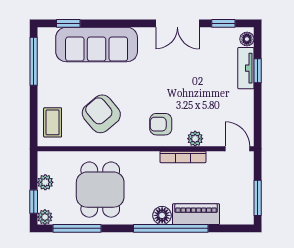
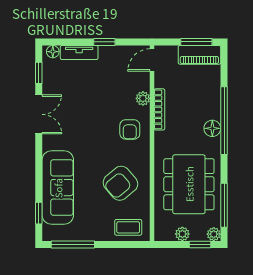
window: (258, 71) -> (104, 42), moved
dining table: (100, 190) -> (189, 184), width x1.38
piano: (196, 214) -> (199, 55), moved, turned -90

